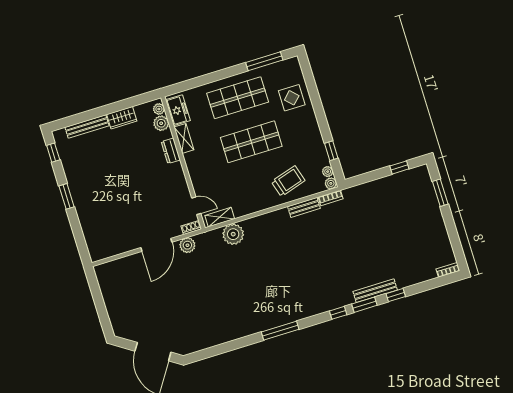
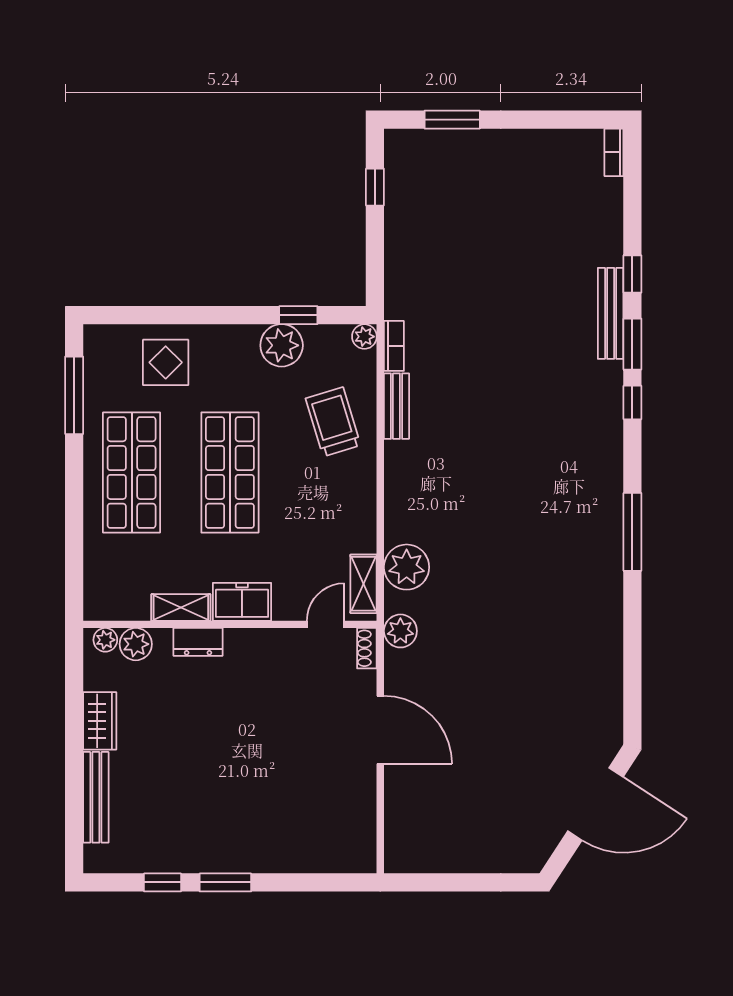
freezer: (178, 110) -> (242, 602), moved
window: (53, 153) -> (162, 882), moved
plant: (328, 172) -> (282, 345), moved, width x1.88, depth x1.88
plant: (187, 245) -> (400, 631), moved

